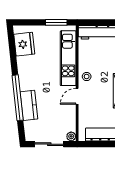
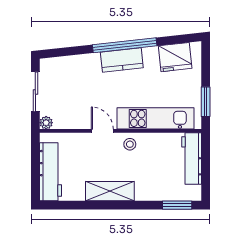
window: (18, 98) -> (125, 45), moved
kitchen counter: (29, 105) -> (122, 60), moved

